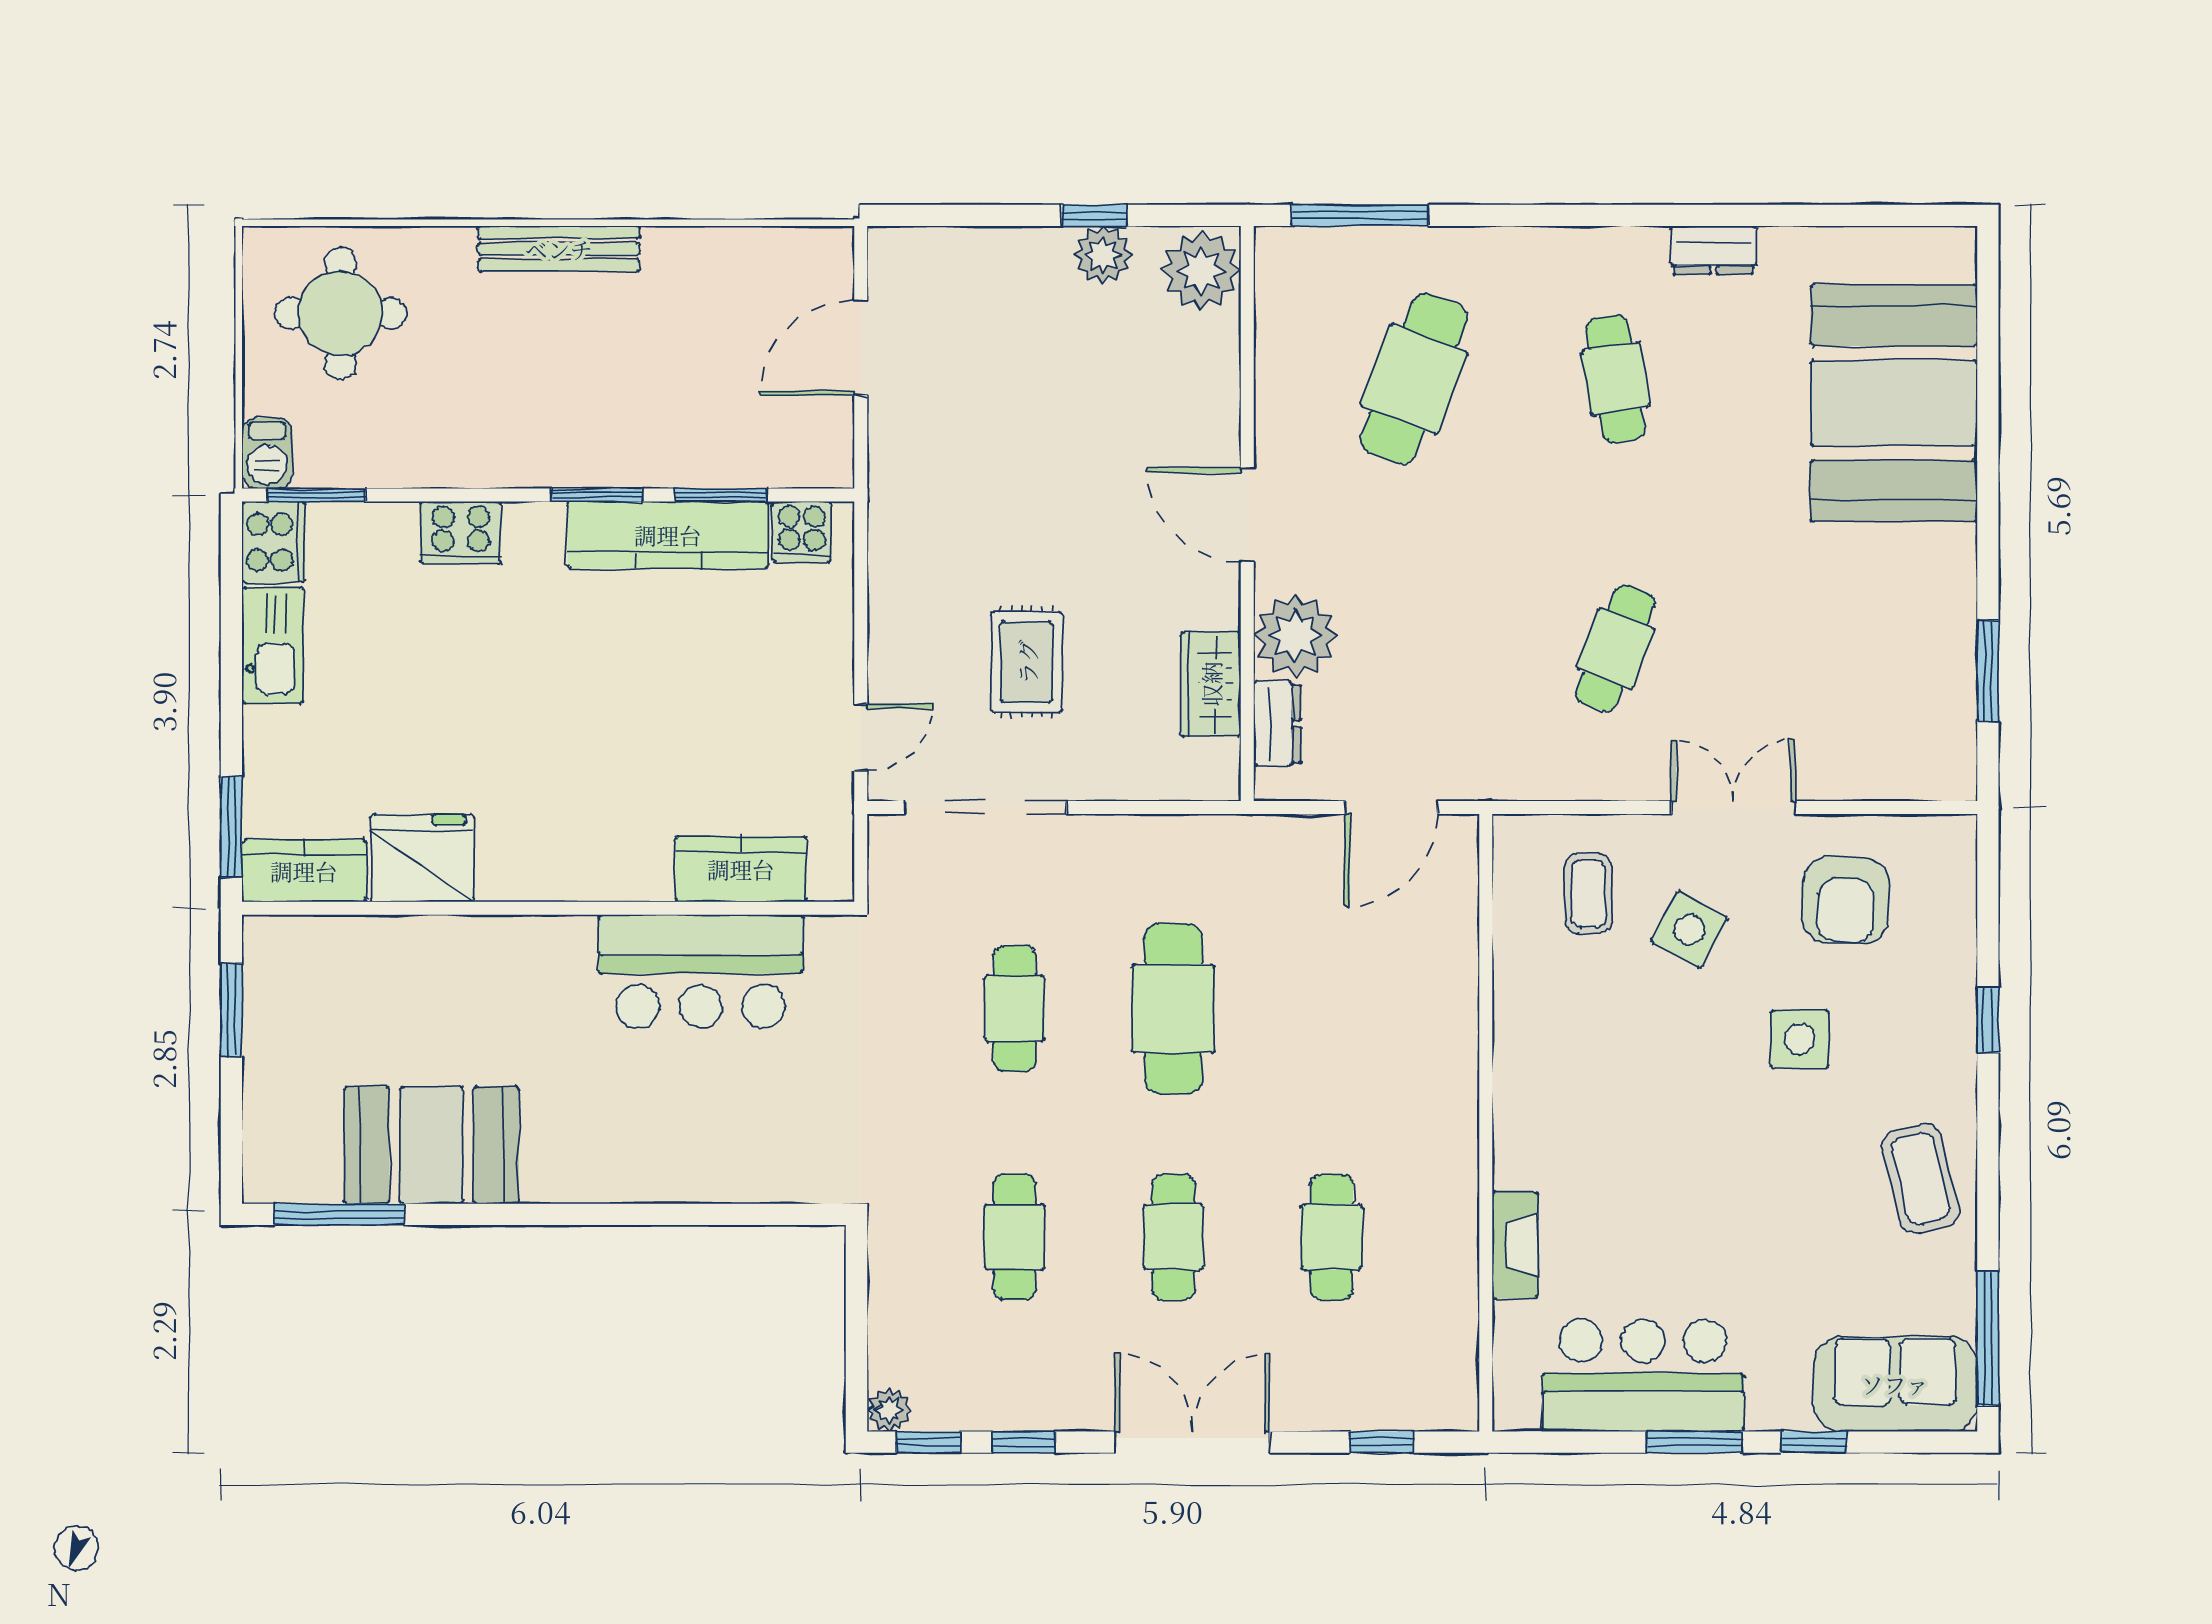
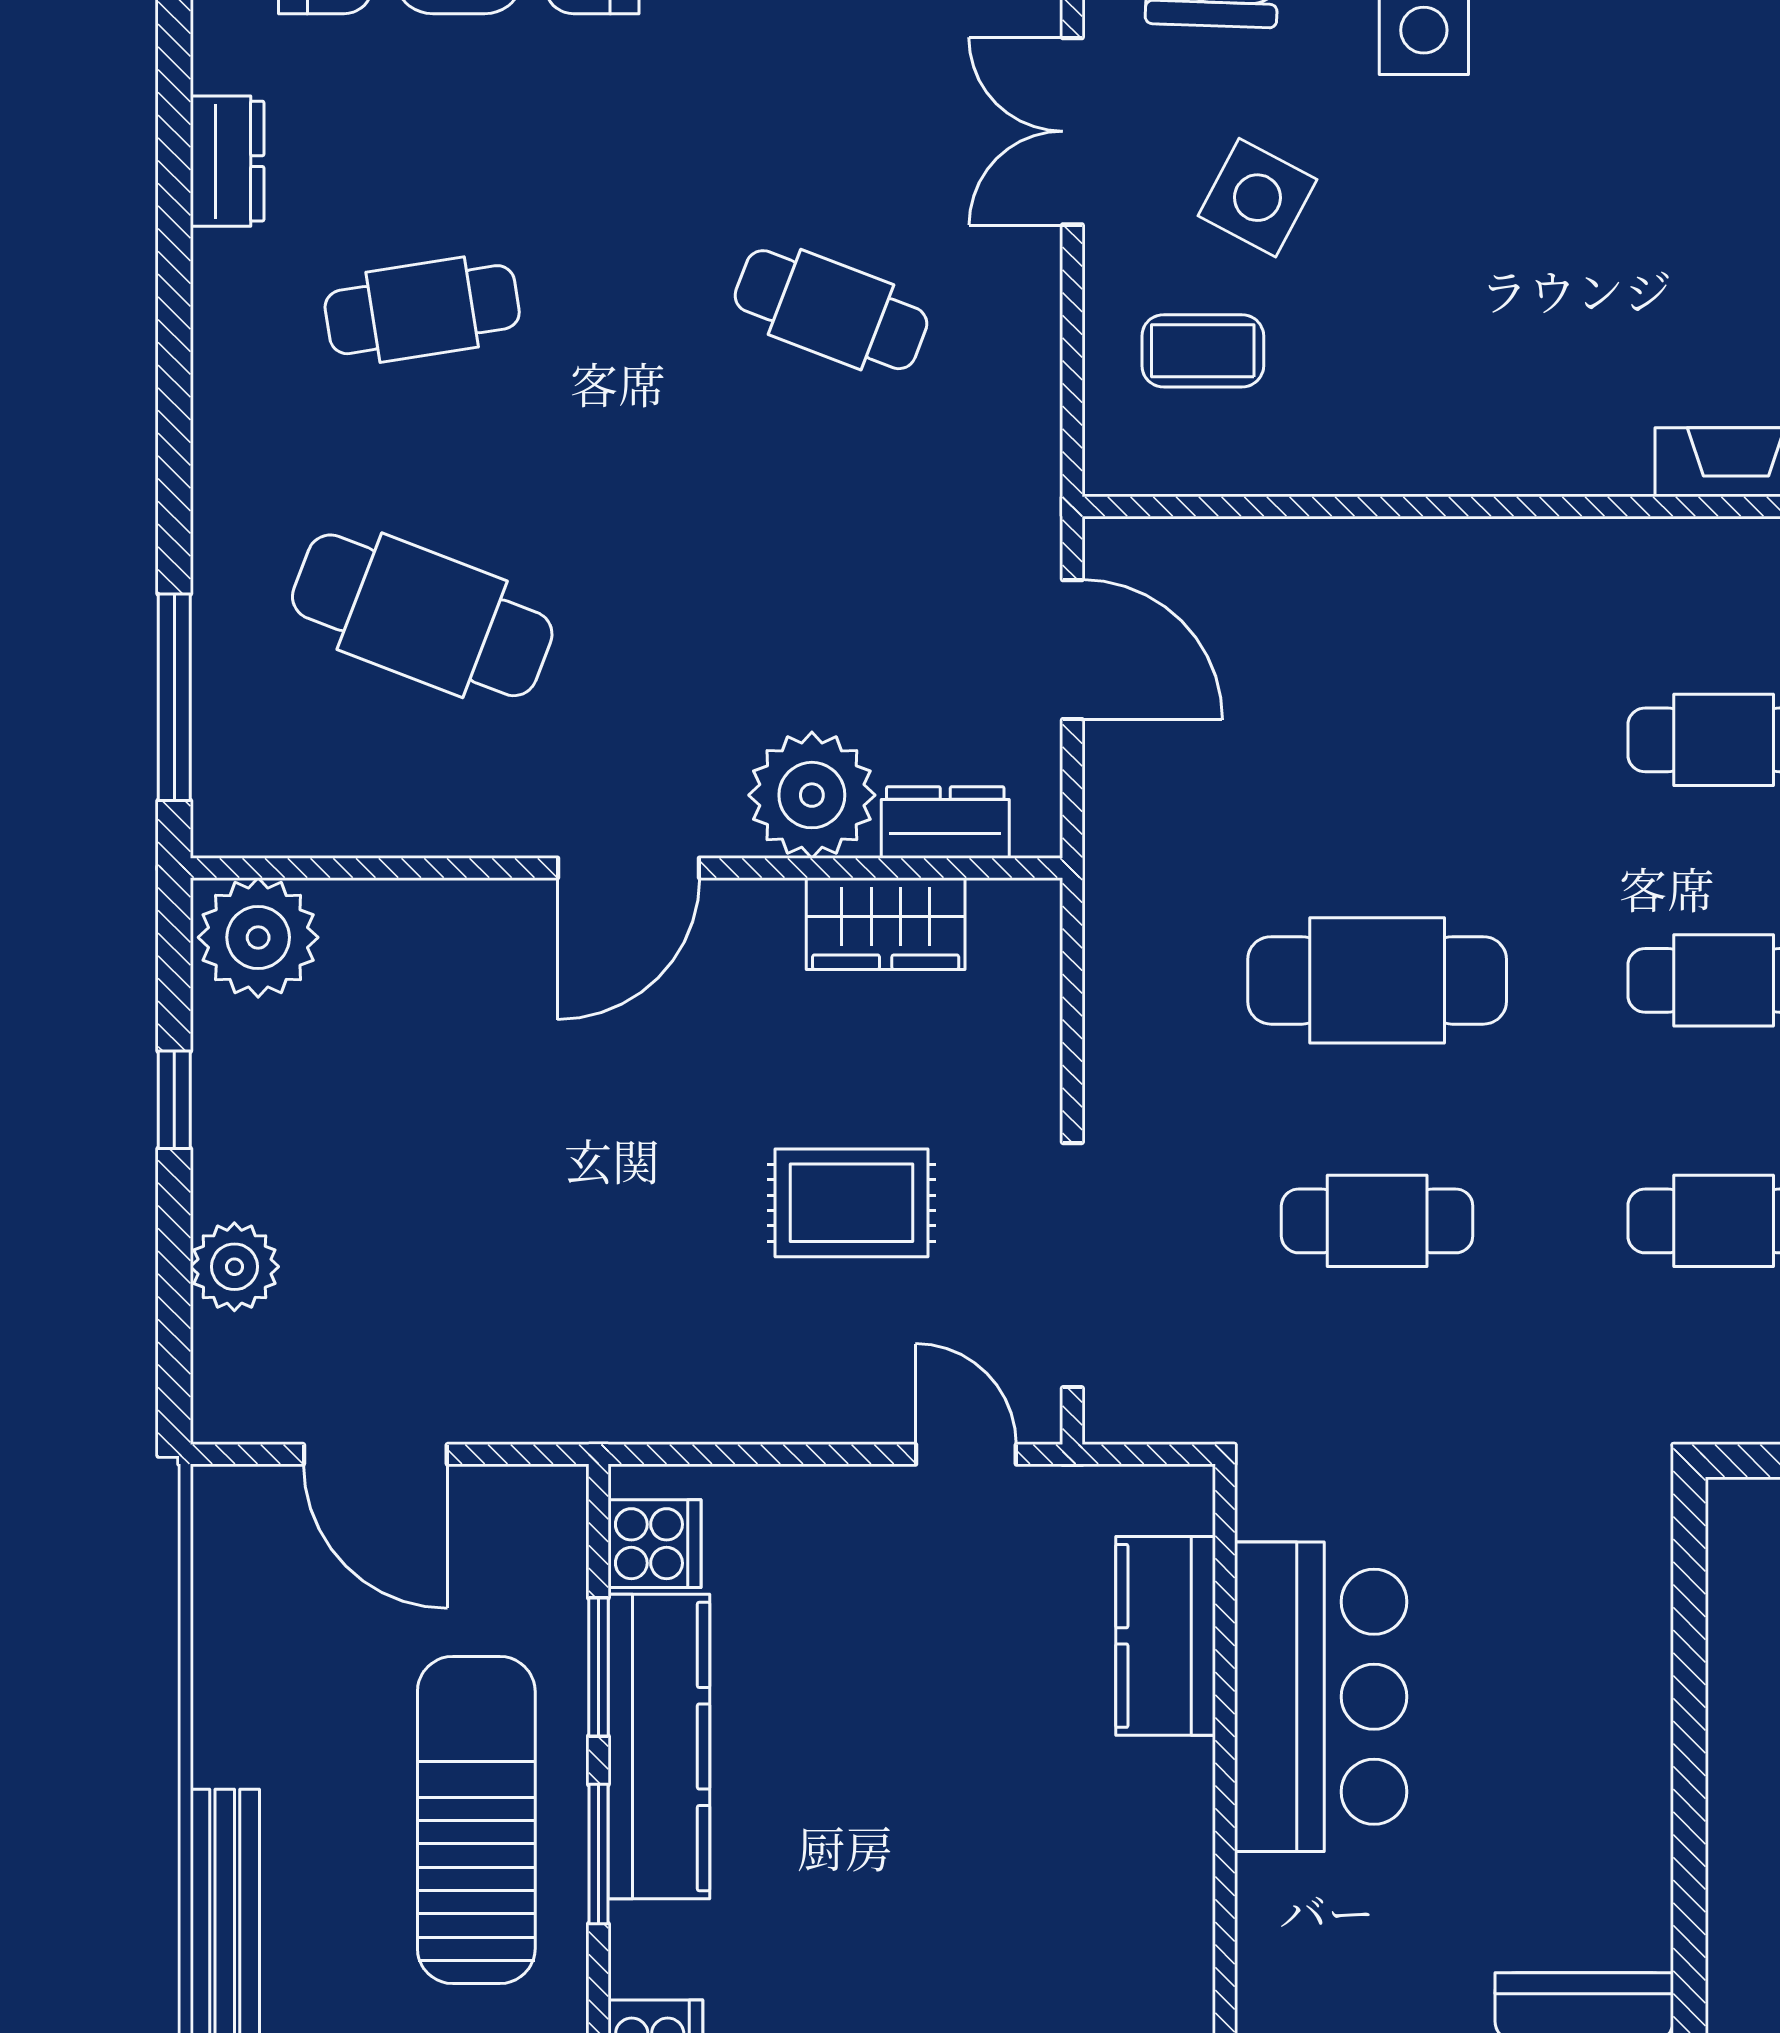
plant: (1103, 255) -> (234, 1267), moved
sun lounger: (620, 414) -> (476, 1820), added

